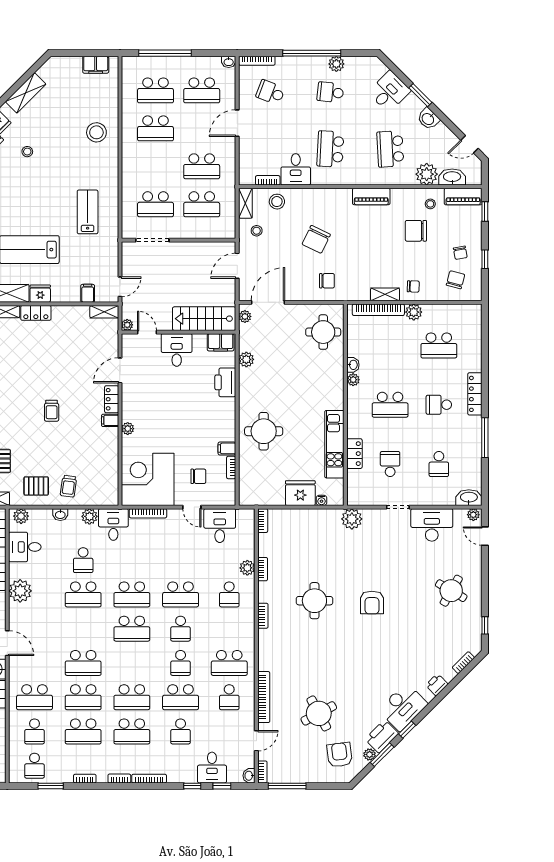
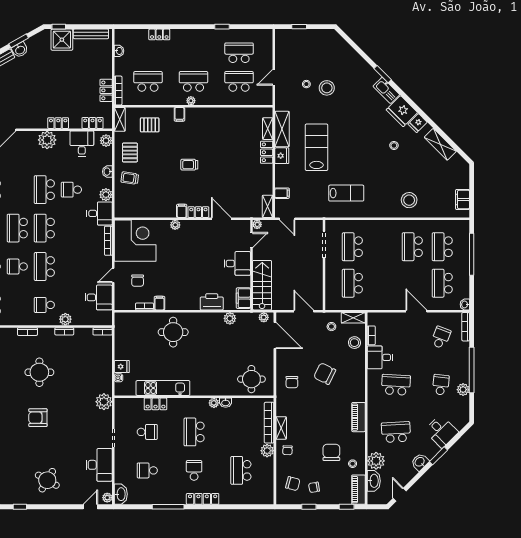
school desk: (202, 166) -> (382, 283), removed
fridge: (300, 493) -> (122, 367), width x0.53, depth x0.75

